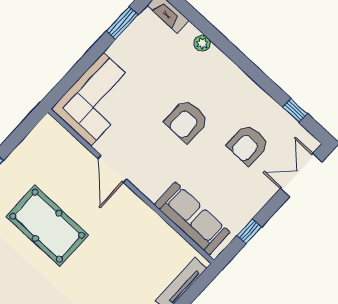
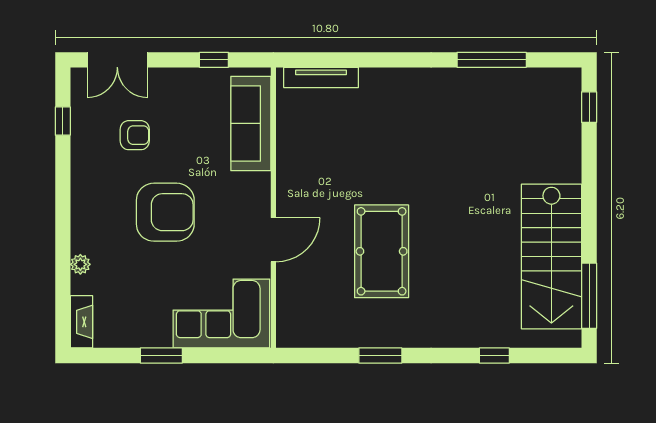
window: (122, 23) -> (161, 355), moved
armchair: (187, 121) -> (165, 212), width x1.36, depth x1.36
armchair: (248, 145) -> (135, 135), width x0.72, depth x0.72

